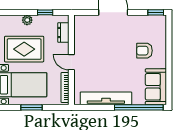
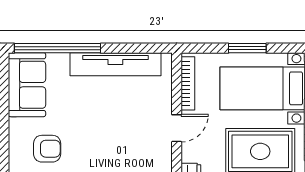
door: (71, 62) -> (177, 128), hinge flipped

